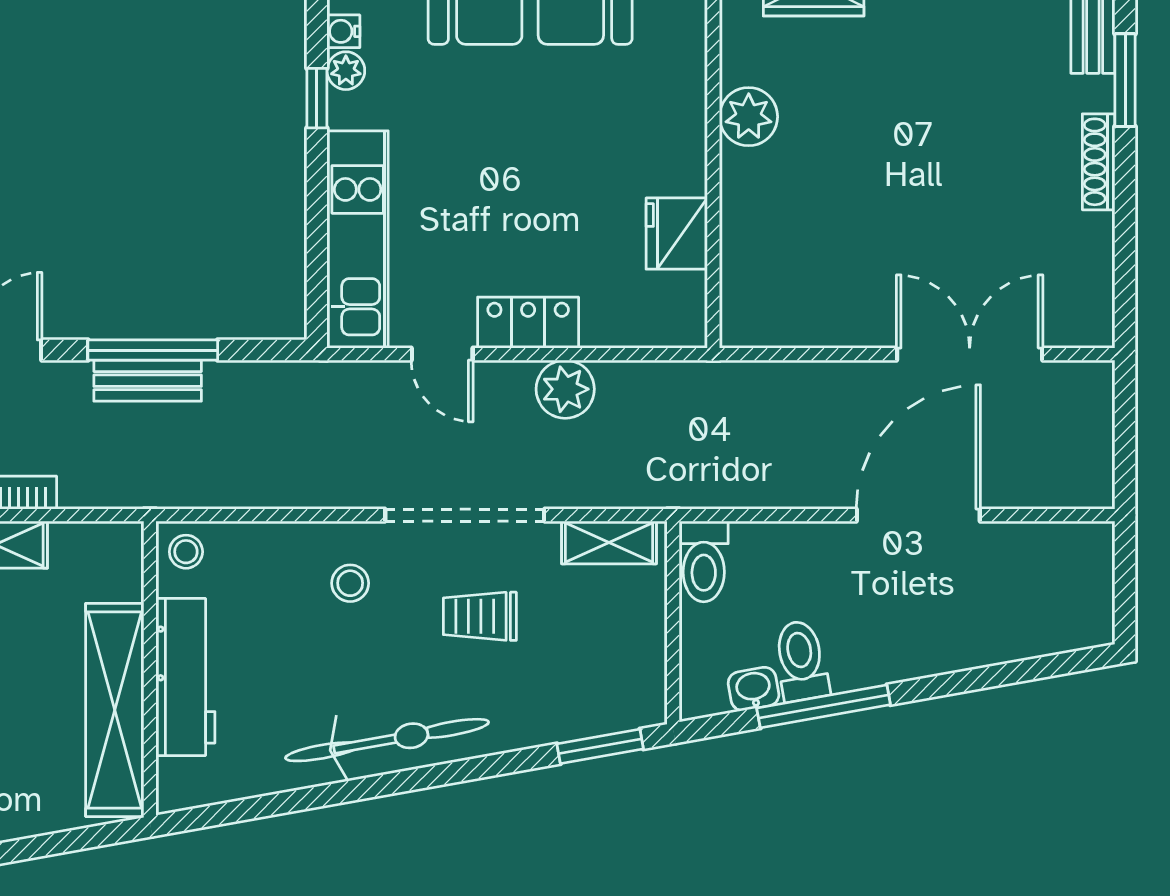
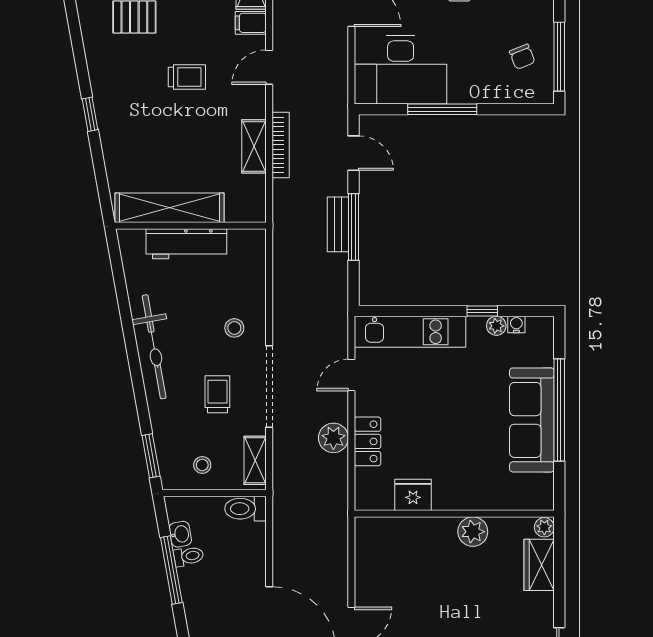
locker: (528, 323) -> (368, 441), moved
stool: (186, 552) -> (202, 465), moved
toilet: (801, 661) -> (189, 556), width x0.73, depth x0.72

